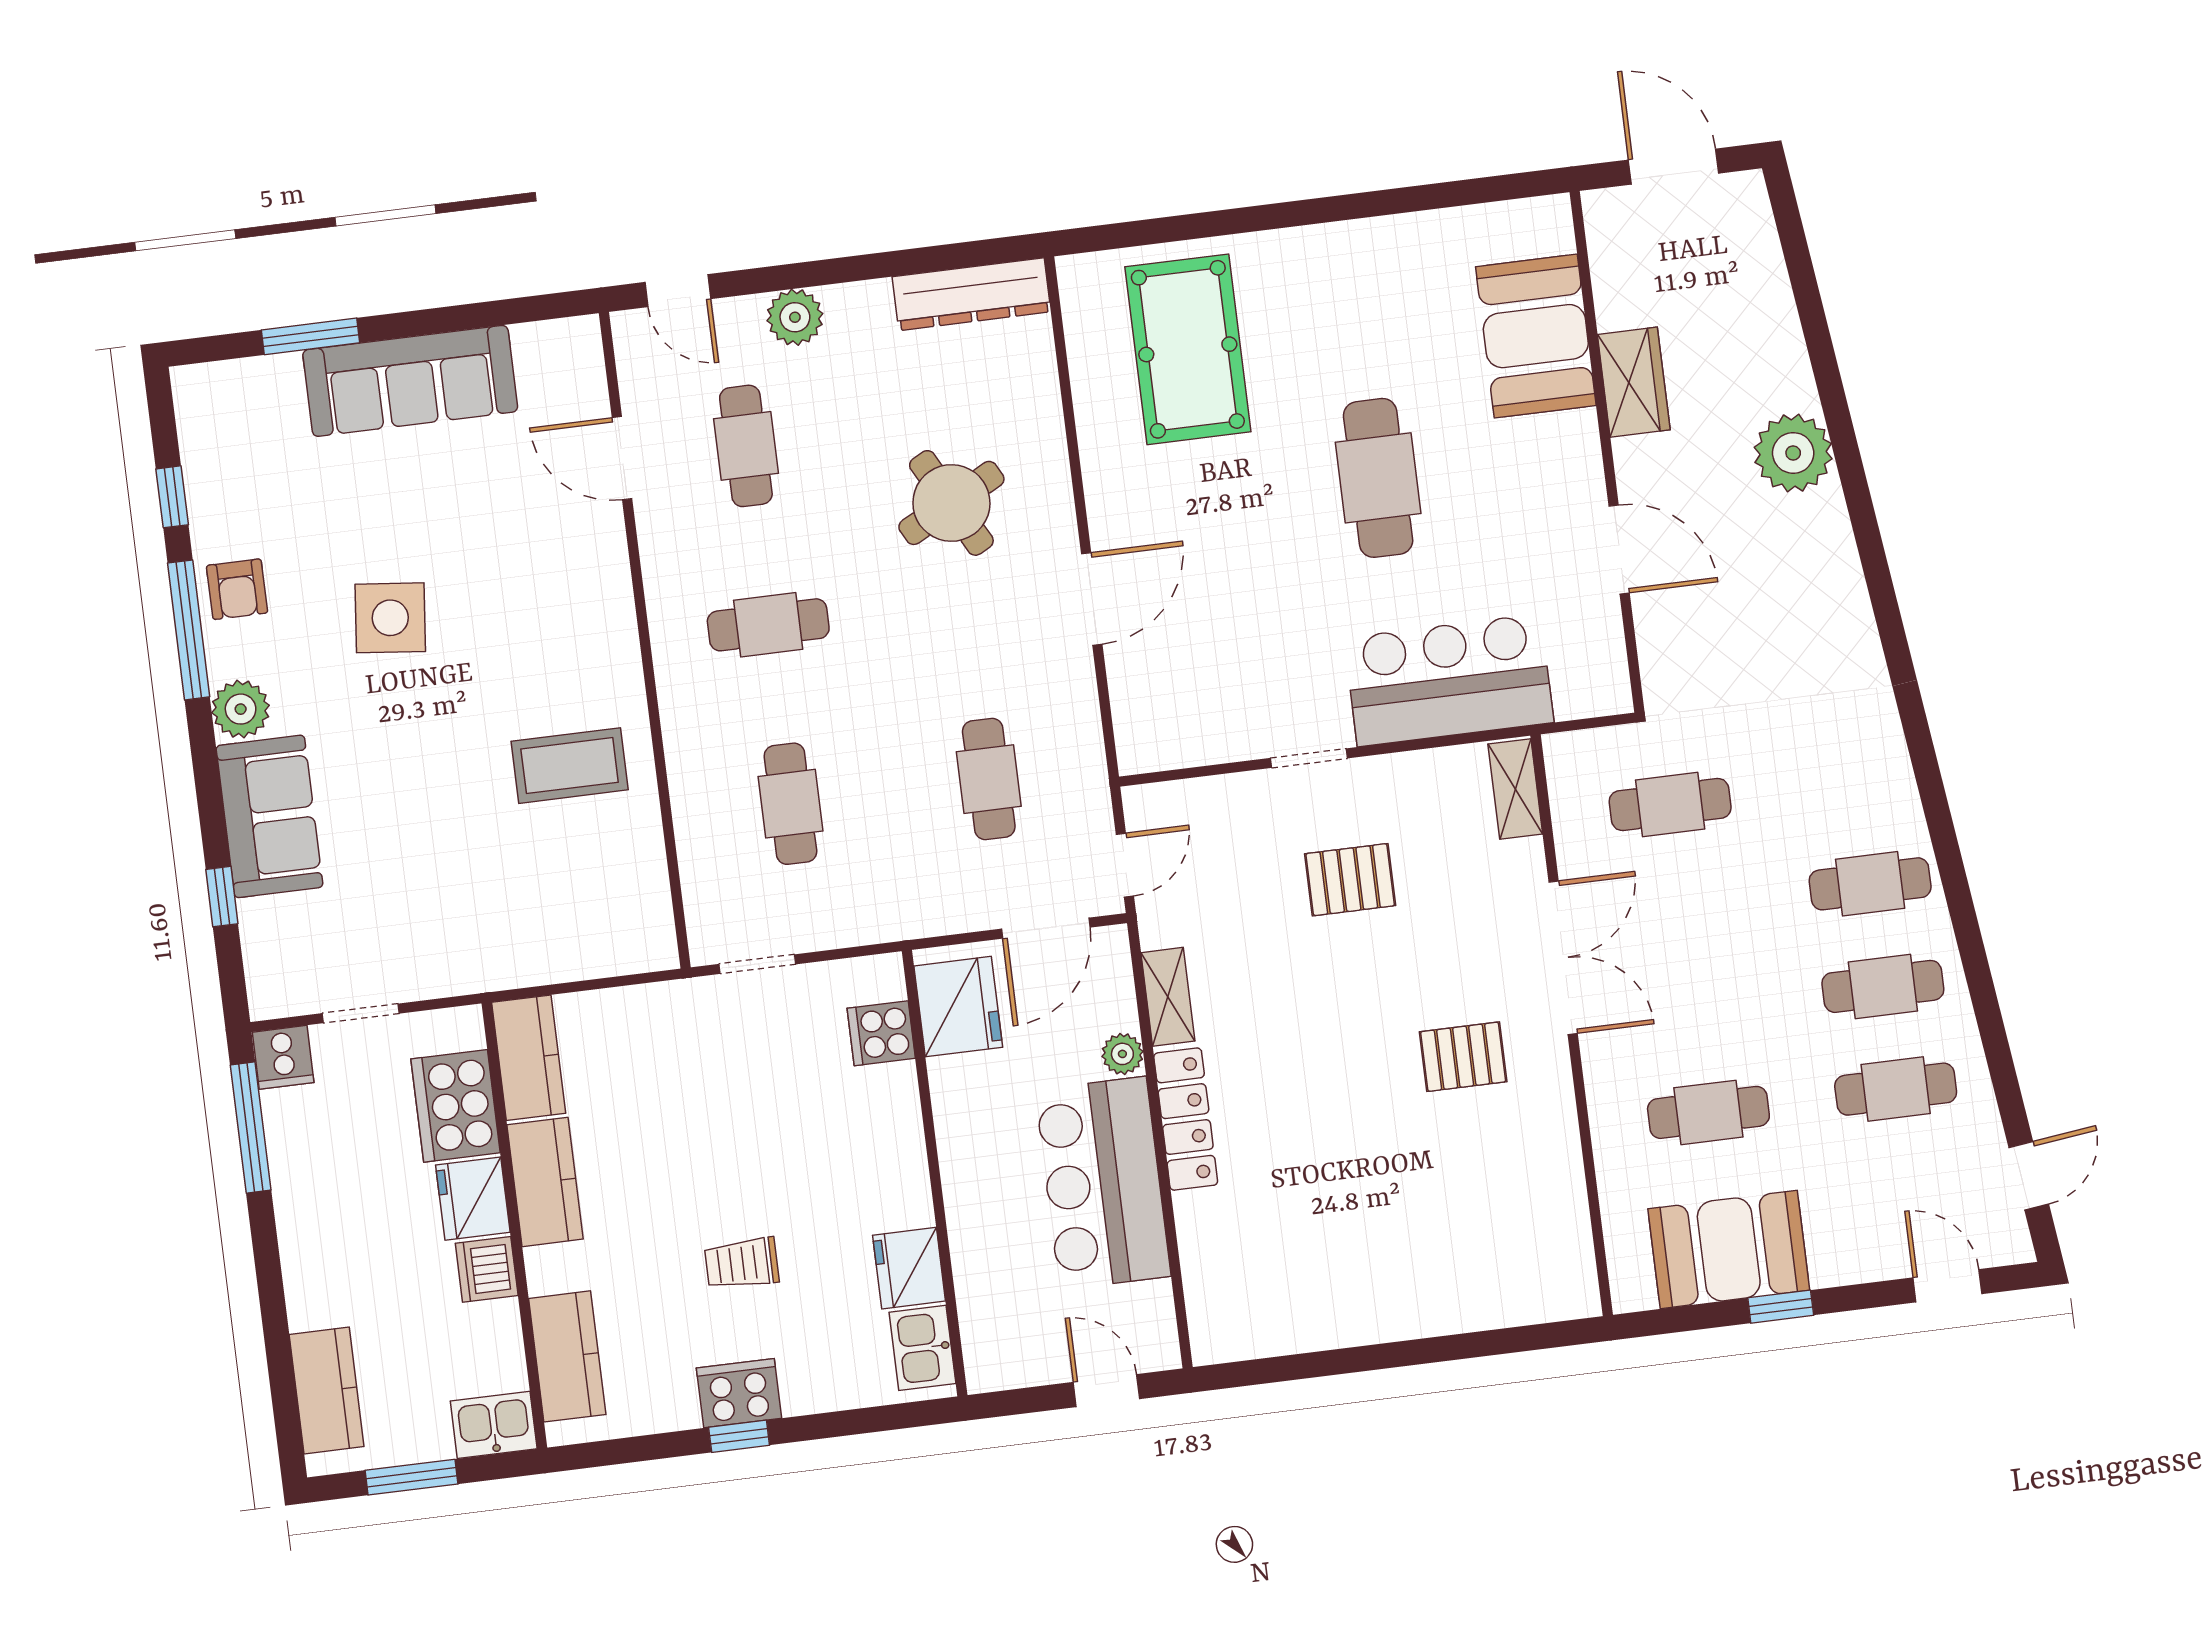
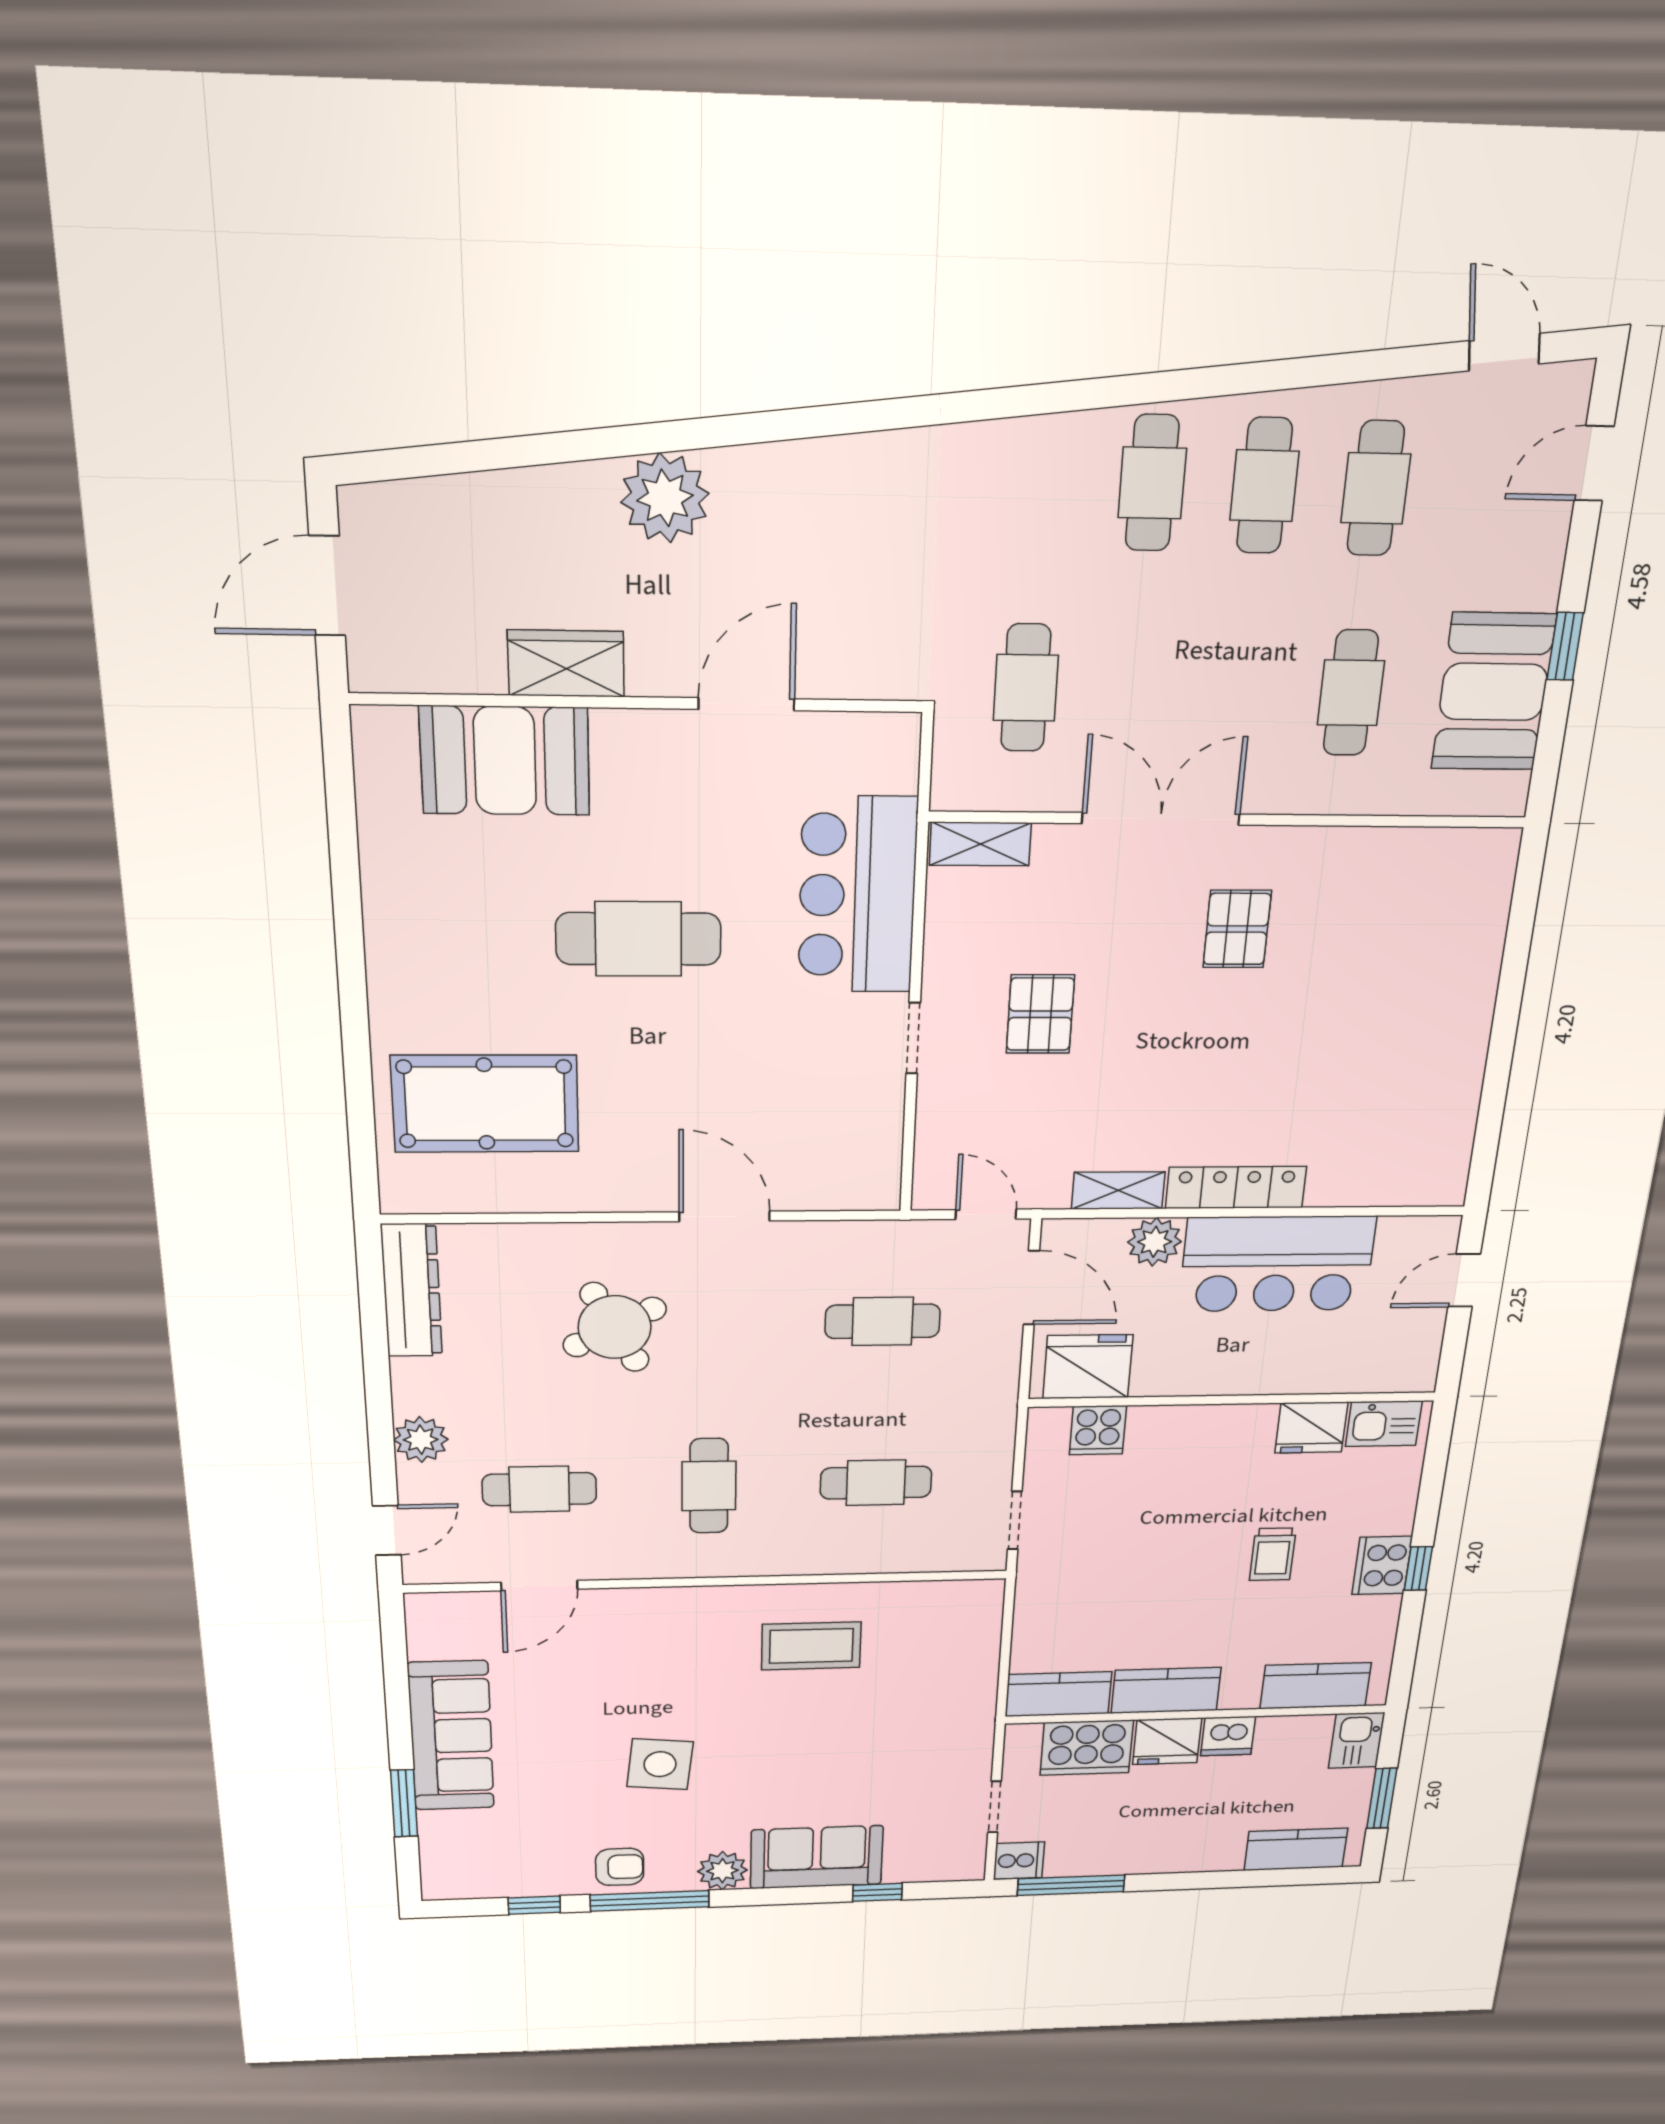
coffee table: (570, 766) -> (811, 1646), turned 90
plant: (1122, 1054) -> (1155, 1242), width x1.38, depth x1.38

